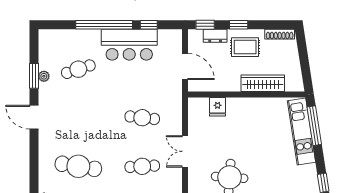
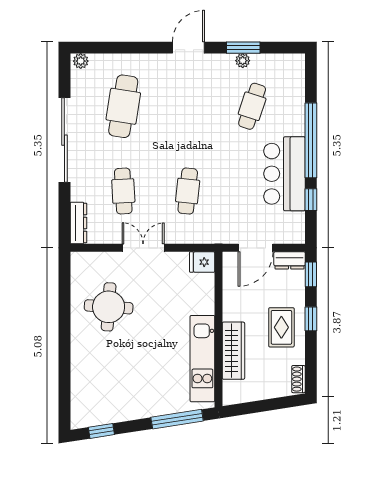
shoe rack: (280, 34) -> (298, 379), width x0.70
dresser: (215, 36) -> (290, 260), moved, turned -90
cafe table: (78, 69) -> (252, 106), turned 36
fridge: (218, 107) -> (202, 262), moved
kitchen unit: (301, 131) -> (202, 359), moved, turned -81

